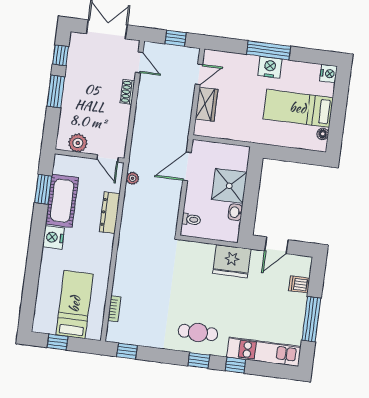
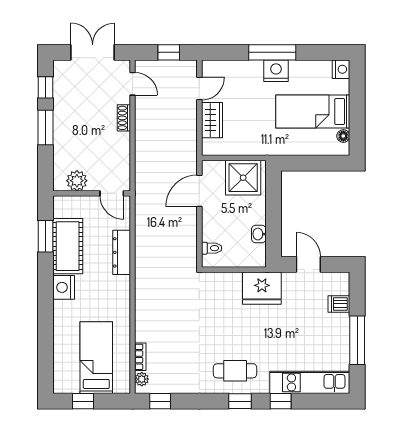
plant: (133, 178) -> (142, 379), moved
shower: (229, 186) -> (243, 178), moved
door: (276, 245) -> (308, 264), swing flipped

